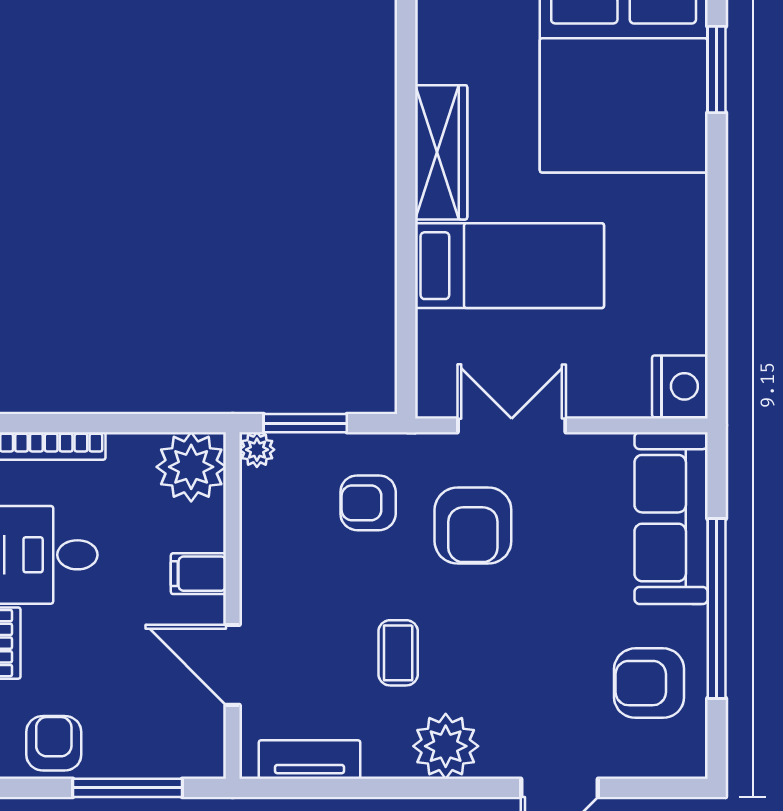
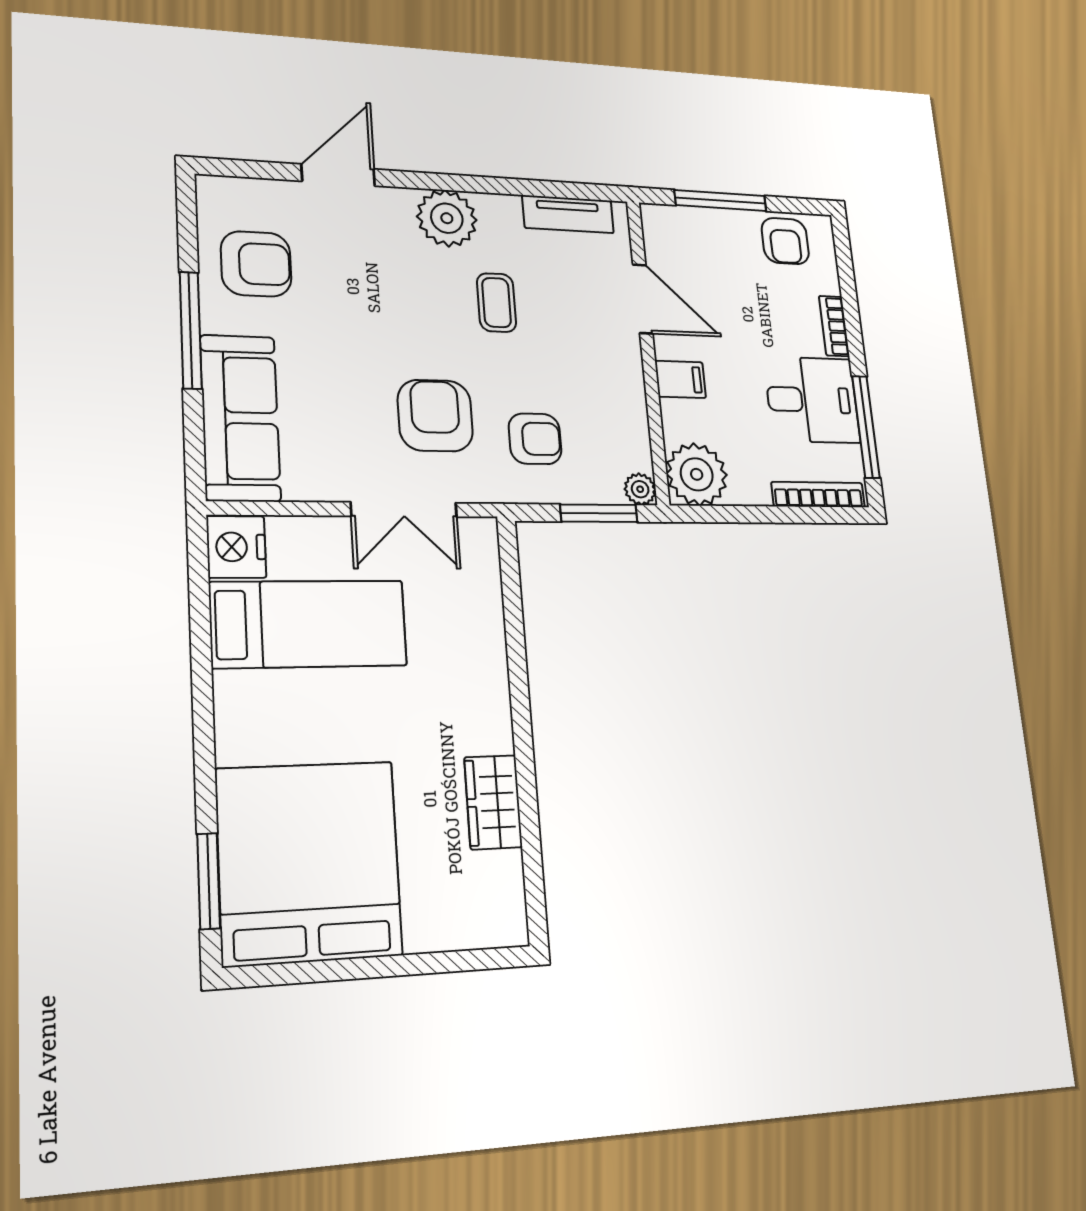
wardrobe: (441, 152) -> (493, 802), width x0.67
bed: (509, 266) -> (309, 624), moved, turned 180
window: (717, 609) -> (191, 330), width x0.68

